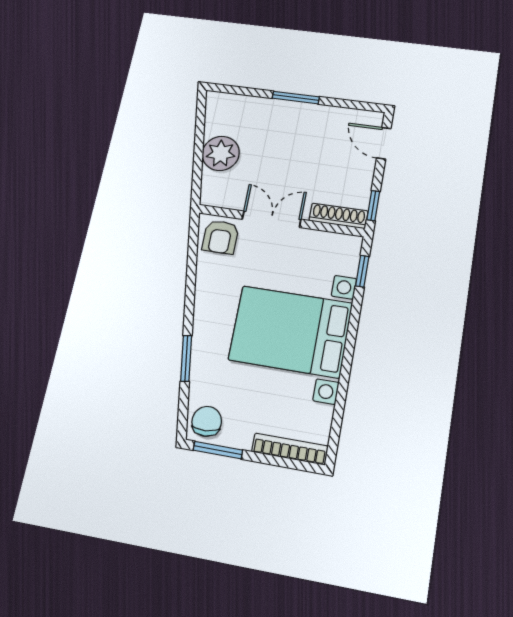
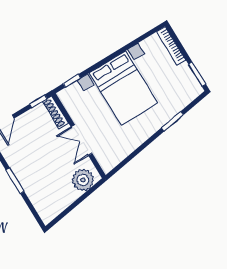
plant: (221, 153) -> (83, 180), moved
armchair: (220, 237) -> (108, 155), removed
chair: (207, 421) -> (190, 89), removed

